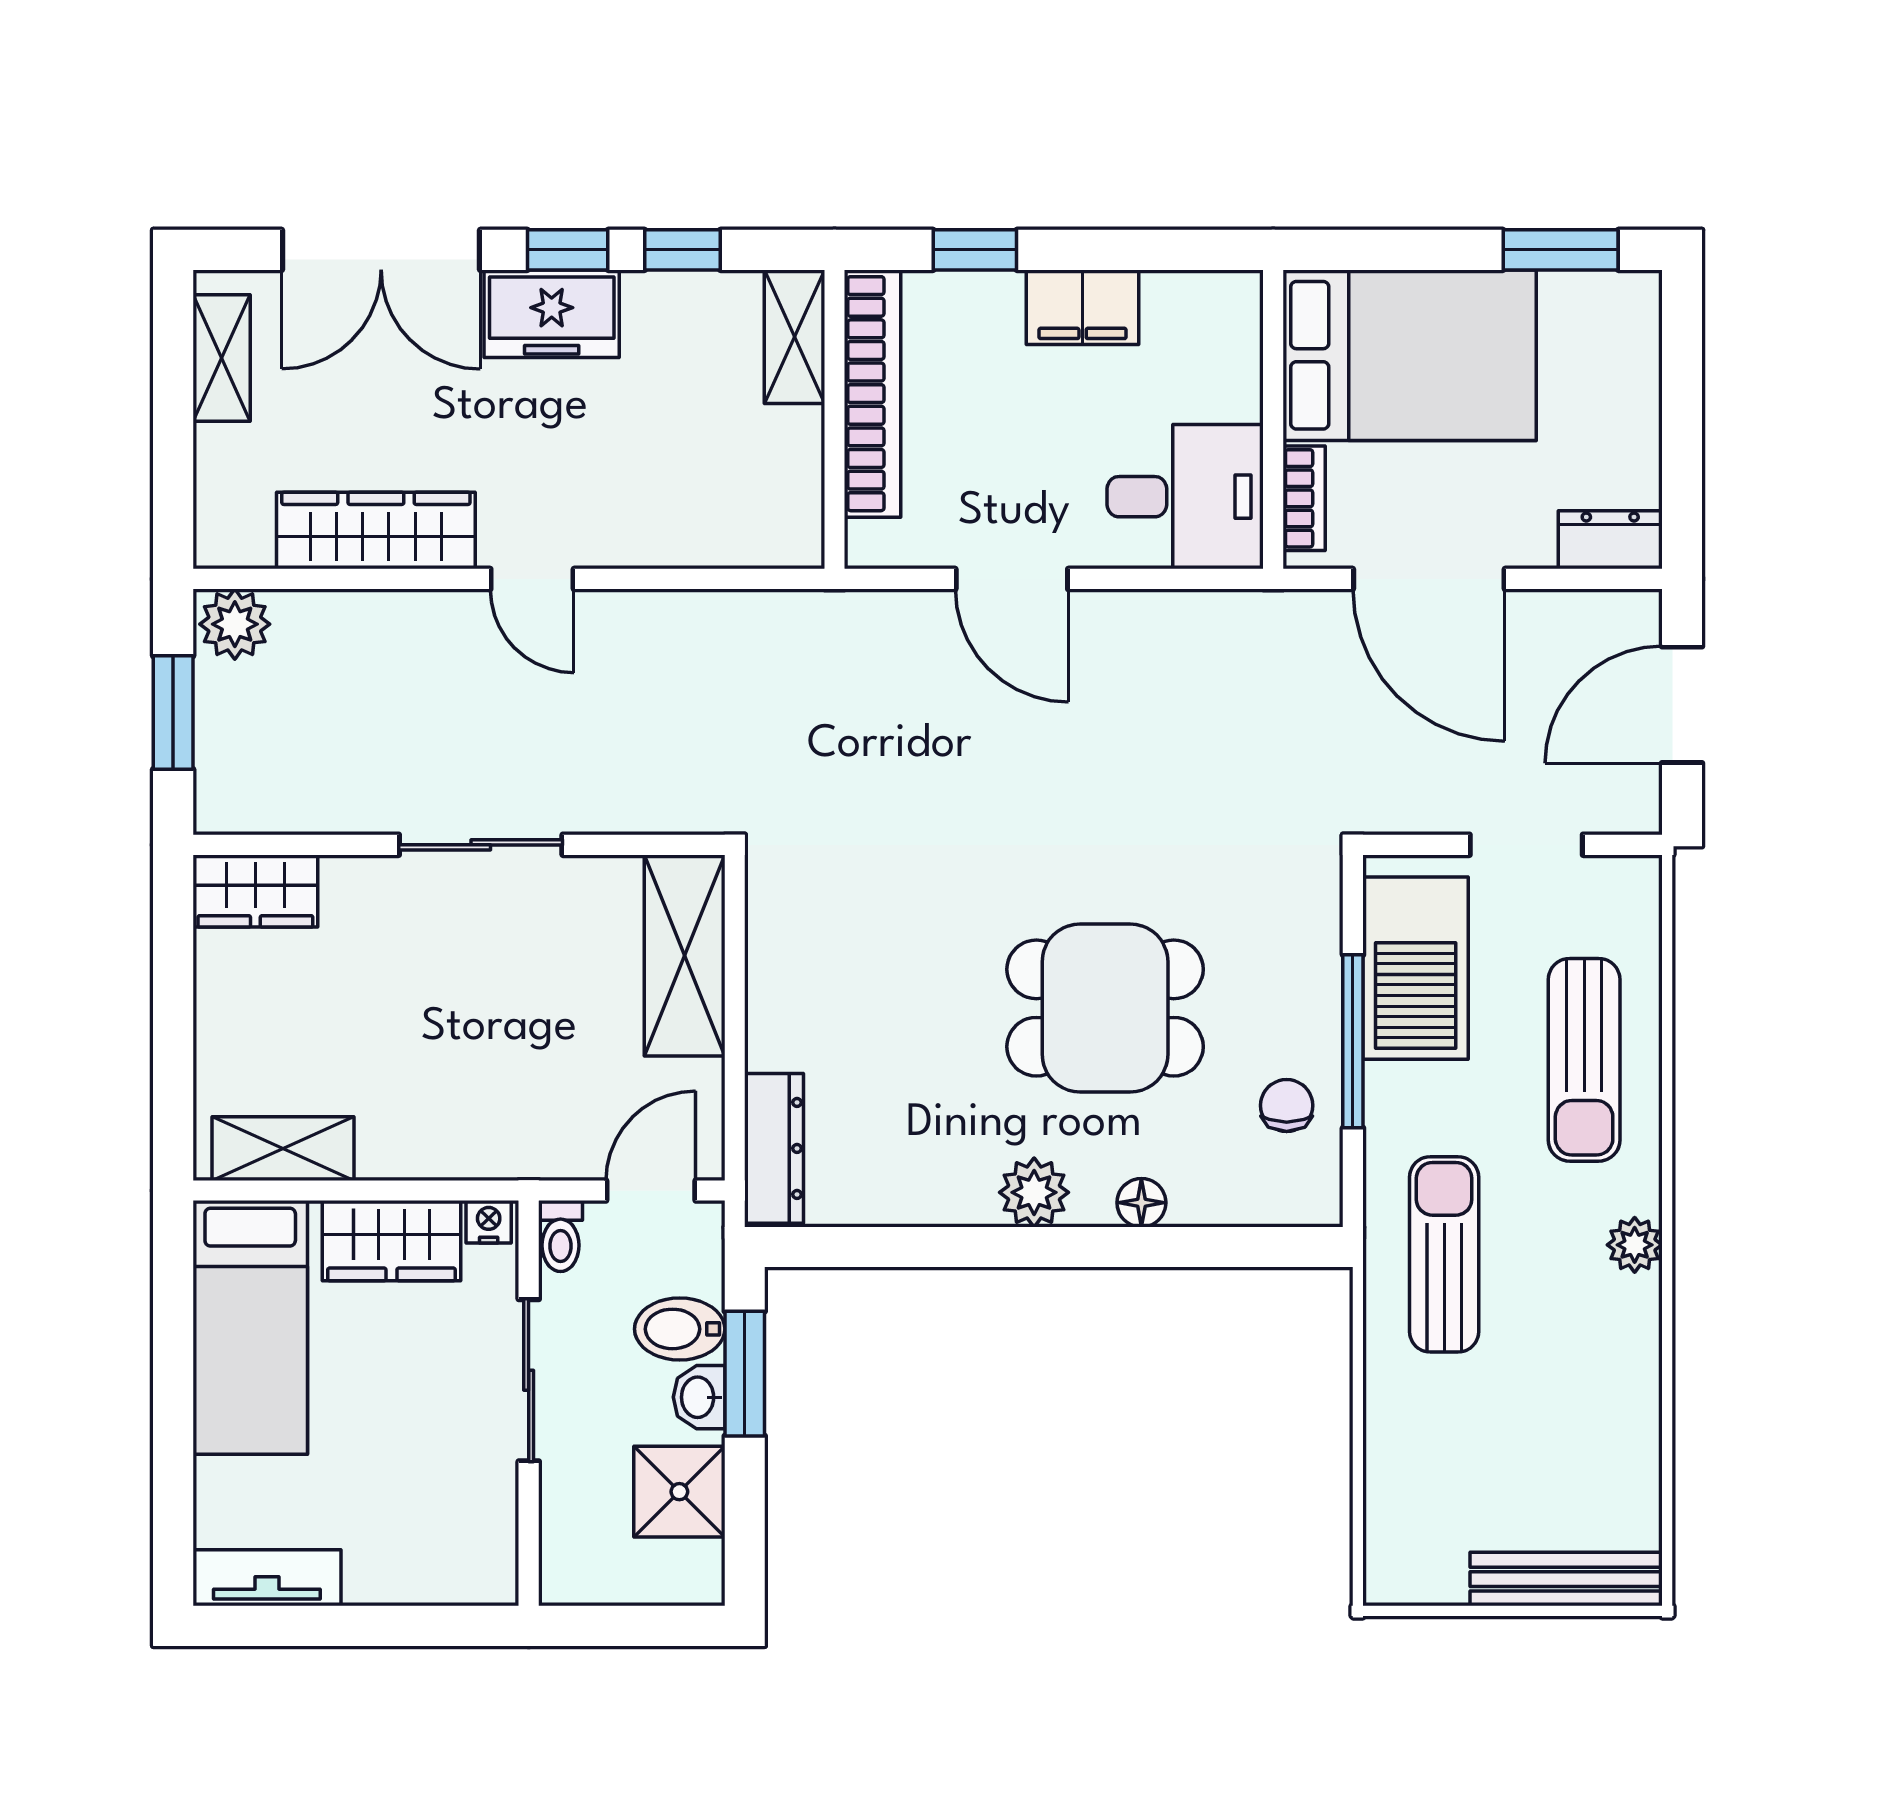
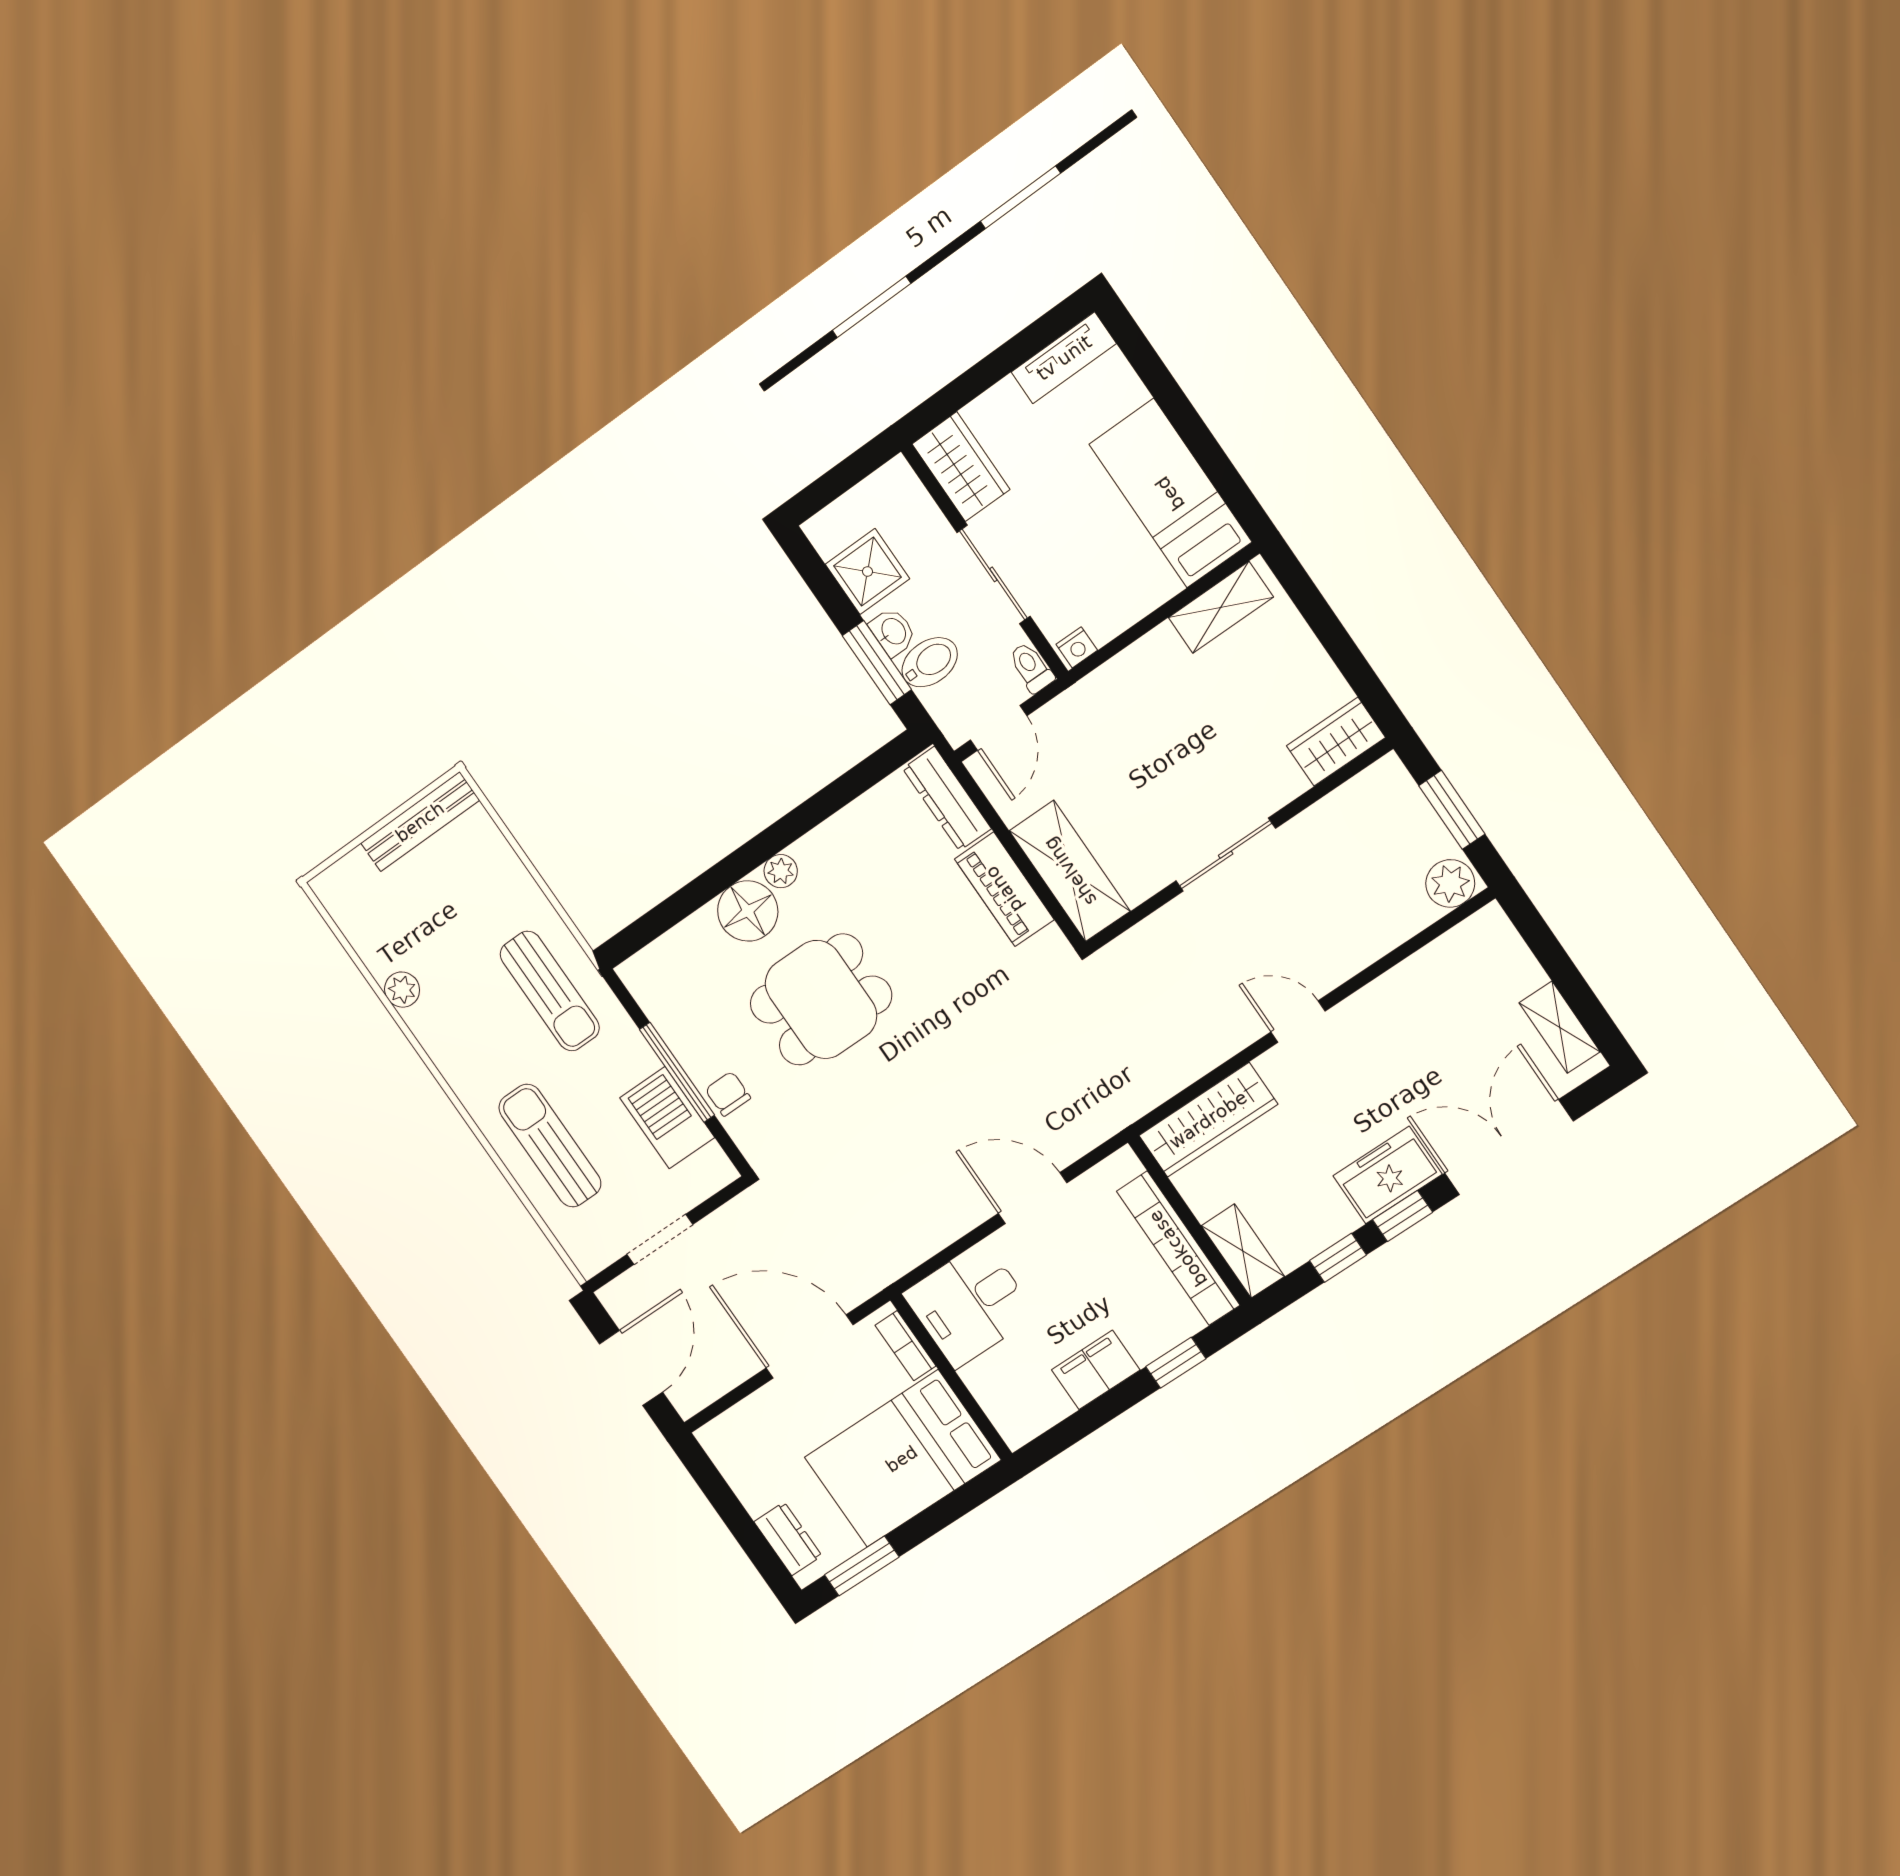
wardrobe: (376, 531) -> (1208, 1120), moved
dresser: (1610, 540) -> (788, 1539), moved, turned -90
barbecue: (1416, 968) -> (667, 1118), width x0.73, depth x0.83
piano: (780, 988) -> (1004, 889), added
chair: (1287, 1105) -> (728, 1094), moved, turned 180
plant: (1034, 1192) -> (781, 871), width x0.73, depth x0.73
floor lamp: (1141, 1203) -> (748, 911), width x1.89, depth x1.89
wardrobe: (391, 1241) -> (961, 467), moved, turned 90
plant: (1635, 1245) -> (402, 990), moved
bench: (1566, 1579) -> (420, 822), moved

